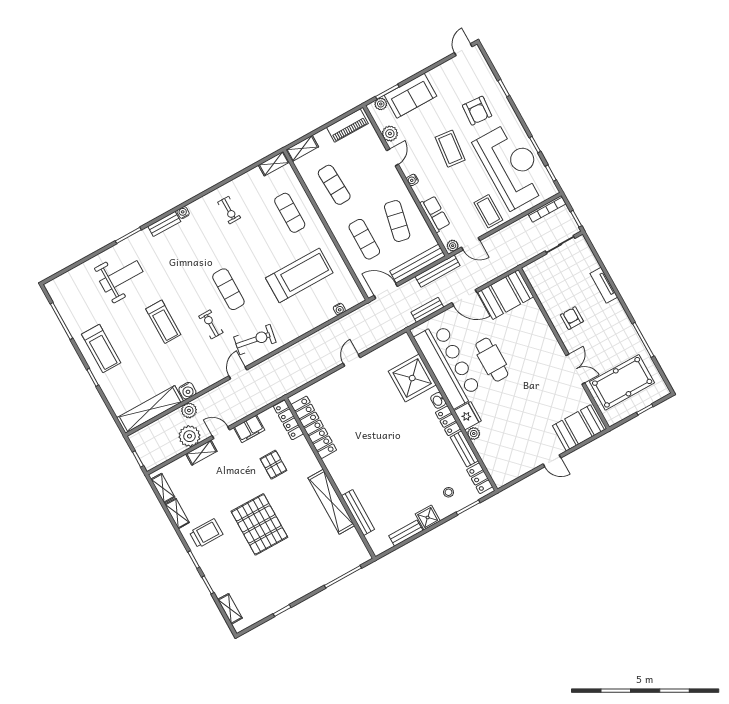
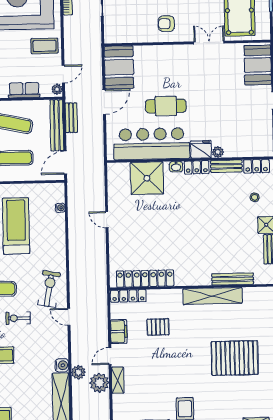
bench: (438, 271) -> (71, 118), width x0.73
bench: (427, 310) -> (98, 137), removed
pallet: (259, 524) -> (235, 358), moved

